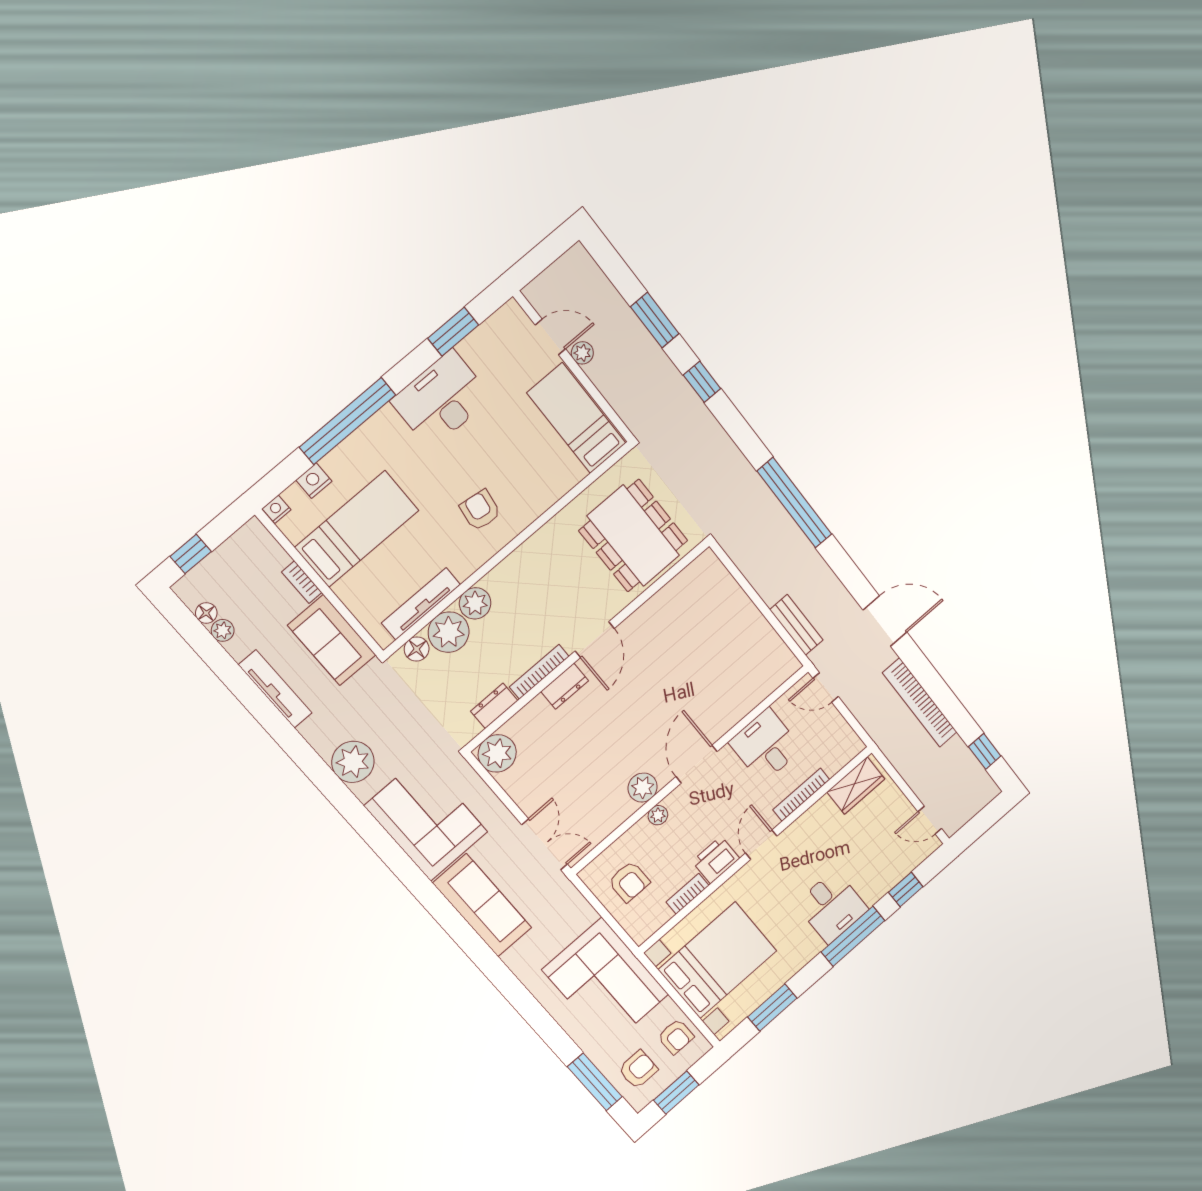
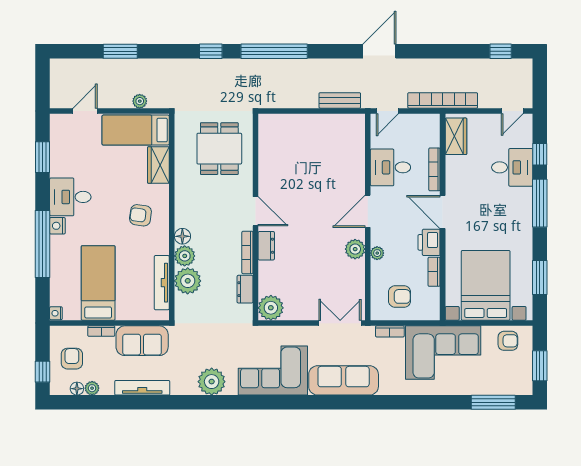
plant: (582, 353) -> (140, 101), moved
window: (702, 382) -> (211, 51), moved
desk: (441, 399) -> (70, 197), width x0.73
nightstand: (314, 481) -> (57, 226), moved
wardrobe: (557, 481) -> (158, 165), added
dining table: (633, 536) -> (219, 149), width x0.73
floor lamp: (417, 649) -> (182, 236), moved
bookcase: (920, 702) -> (443, 100), moved, turned 180
door: (697, 764) -> (368, 211), hinge flipped
door: (761, 845) -> (443, 212), width x1.38
bookcase: (581, 906) -> (390, 331), added
desk: (832, 907) -> (512, 167), moved
armchair: (638, 1069) -> (72, 359), moved

